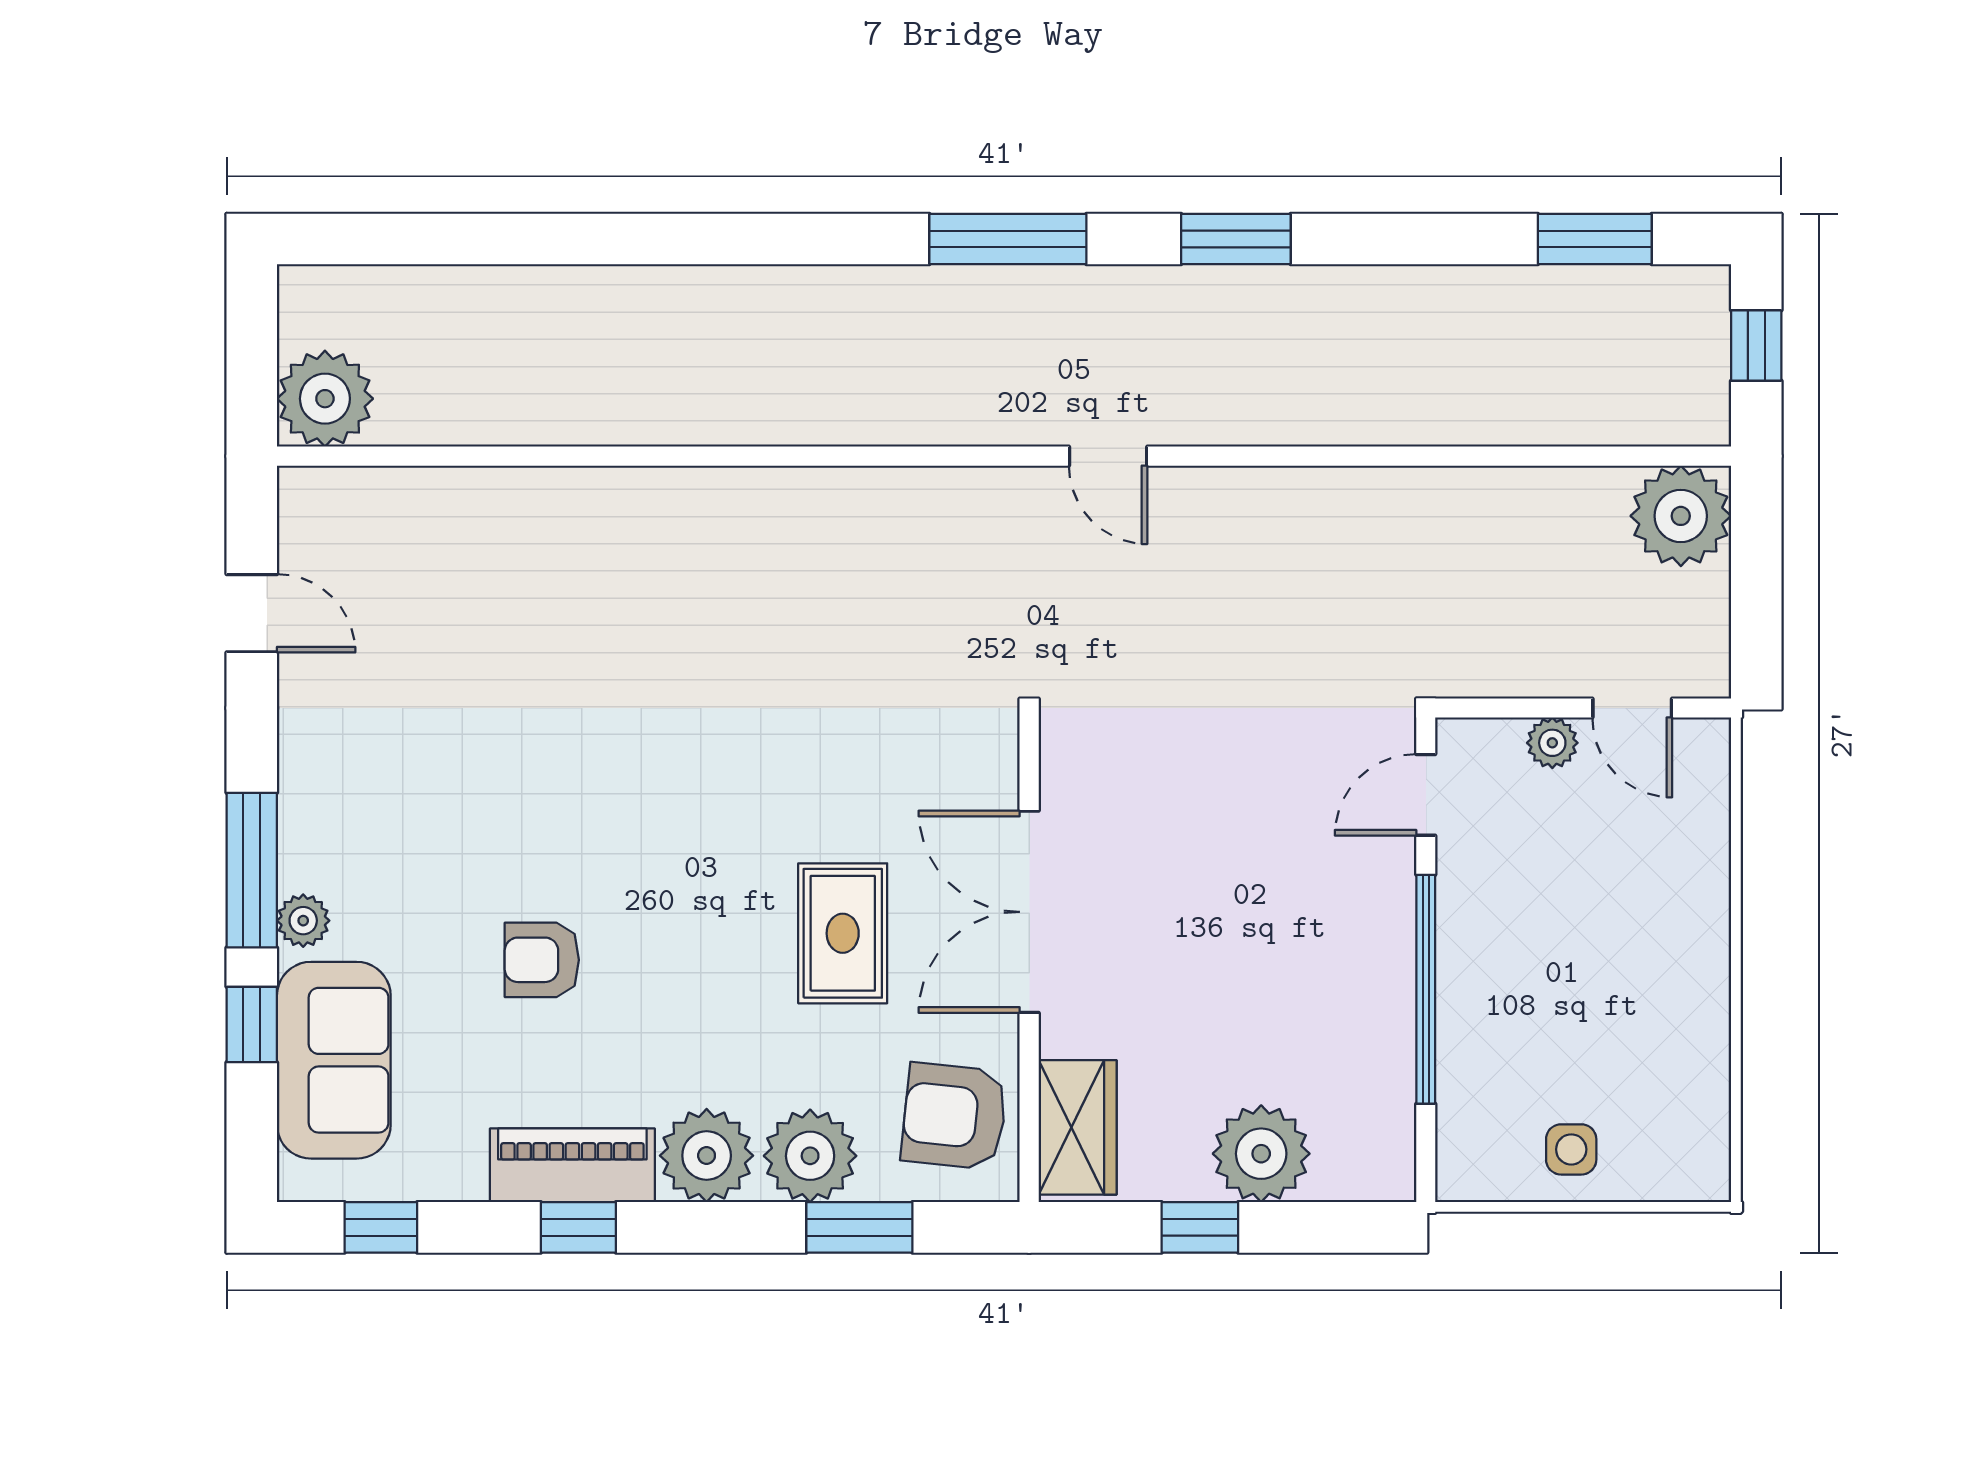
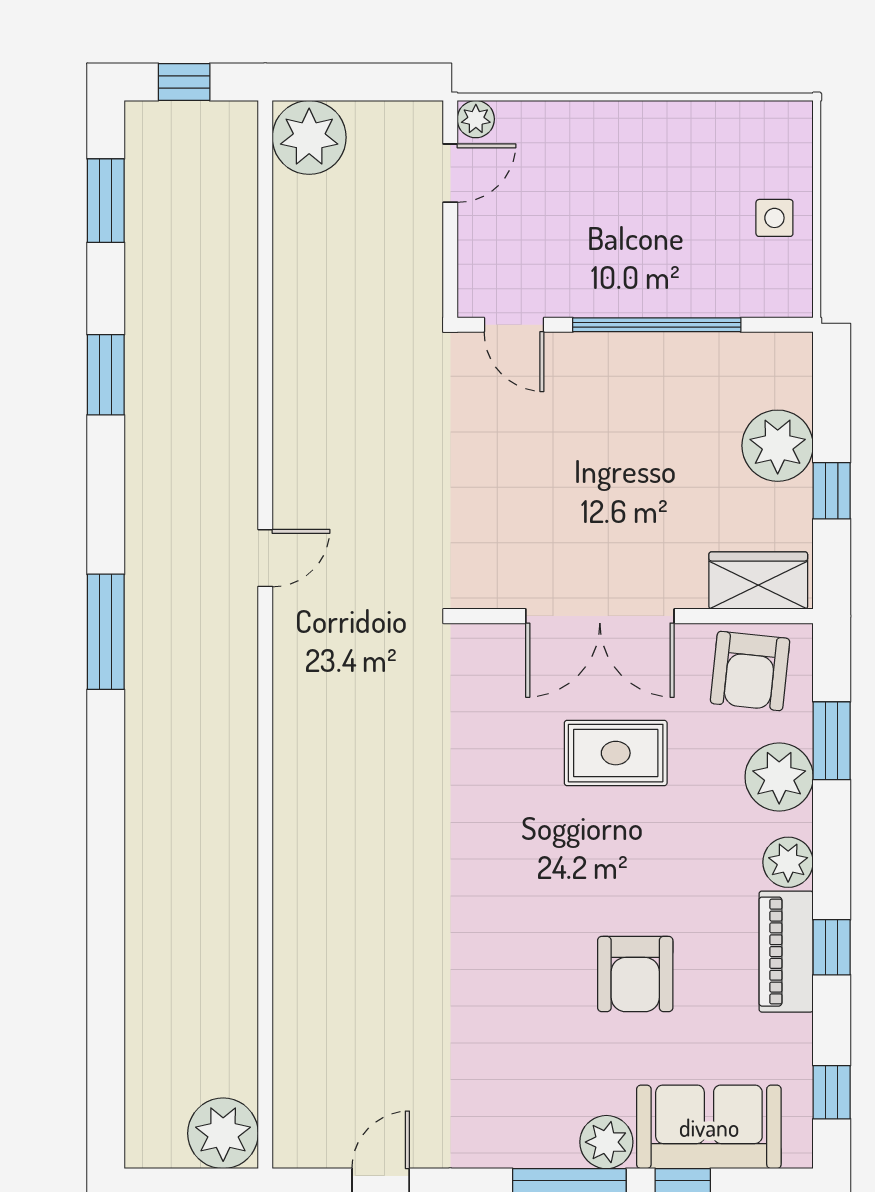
window: (1236, 239) -> (106, 375), moved
plant: (1552, 743) -> (476, 119), moved
plant: (303, 921) -> (606, 1142), width x1.38, depth x1.38
armchair: (542, 960) -> (635, 974), width x1.38, depth x1.38
plant: (707, 1156) -> (788, 862), width x0.73, depth x0.73

